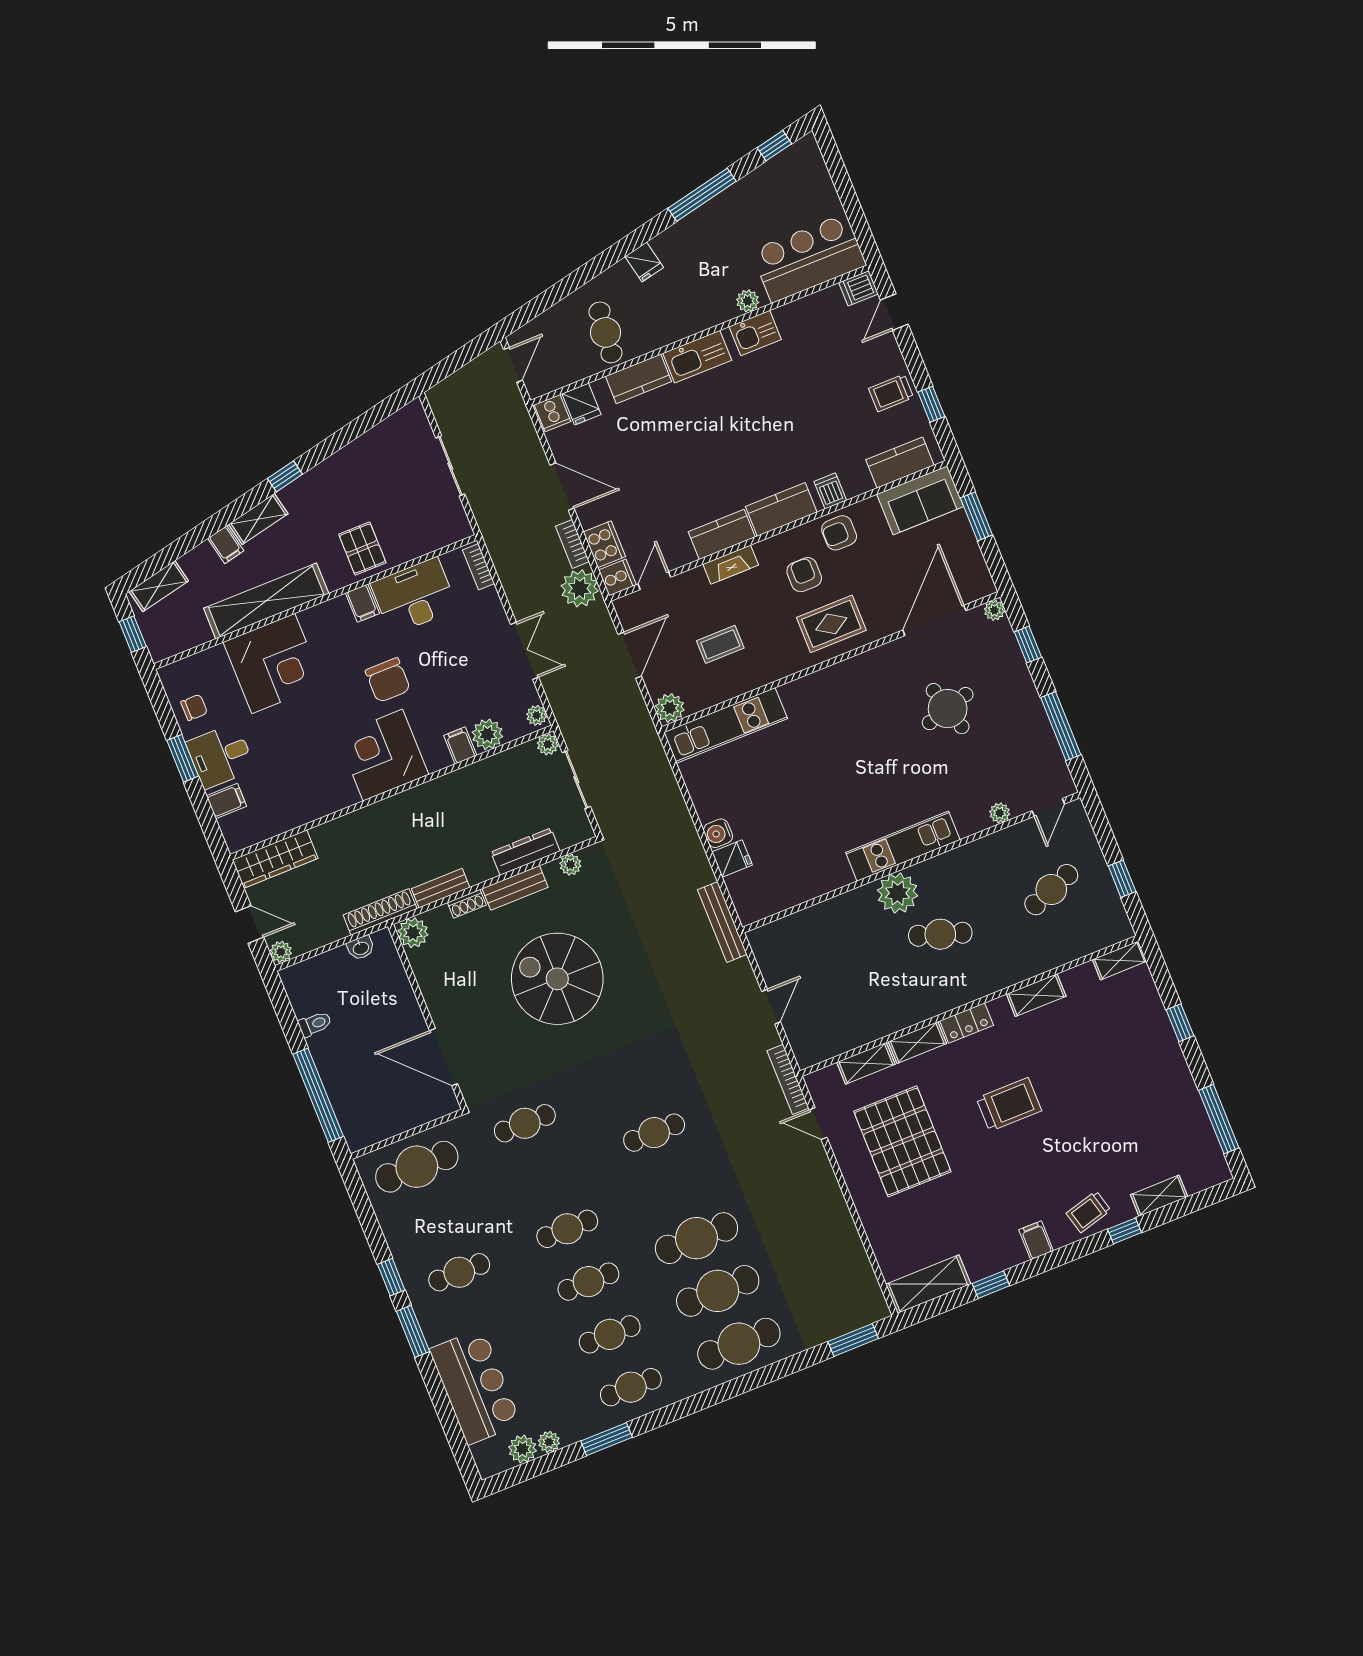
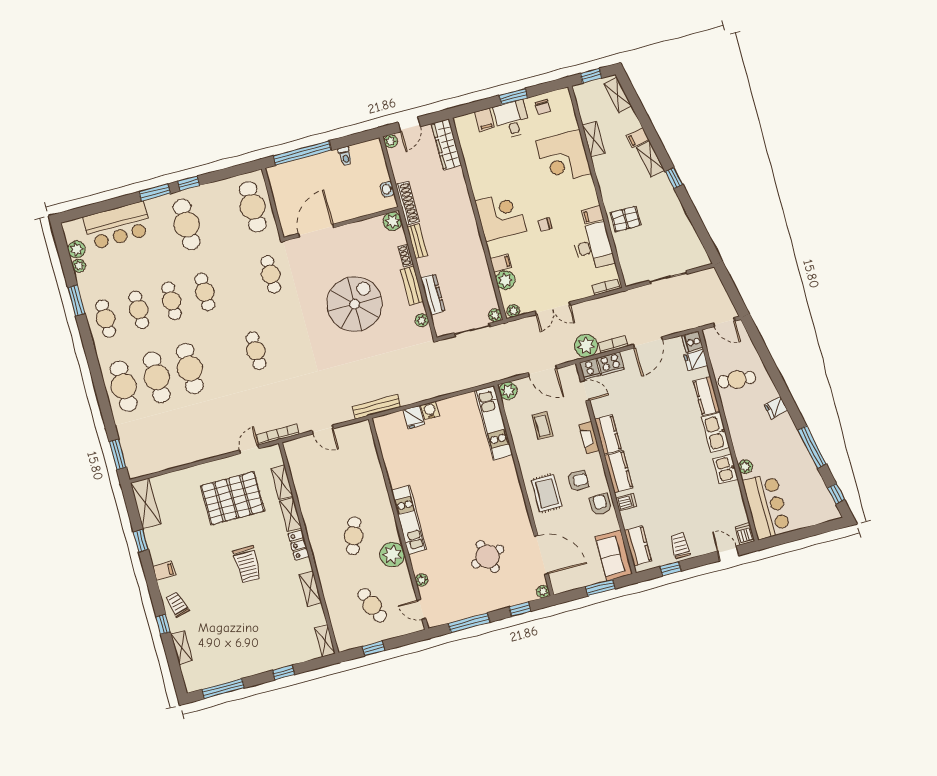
shelving: (266, 601) -> (594, 139), width x0.45, depth x0.75
chair: (388, 680) -> (545, 225), width x0.54, depth x0.54
plant: (898, 893) -> (392, 555), moved
cafe table: (459, 1272) -> (187, 224), width x1.37, depth x1.35

